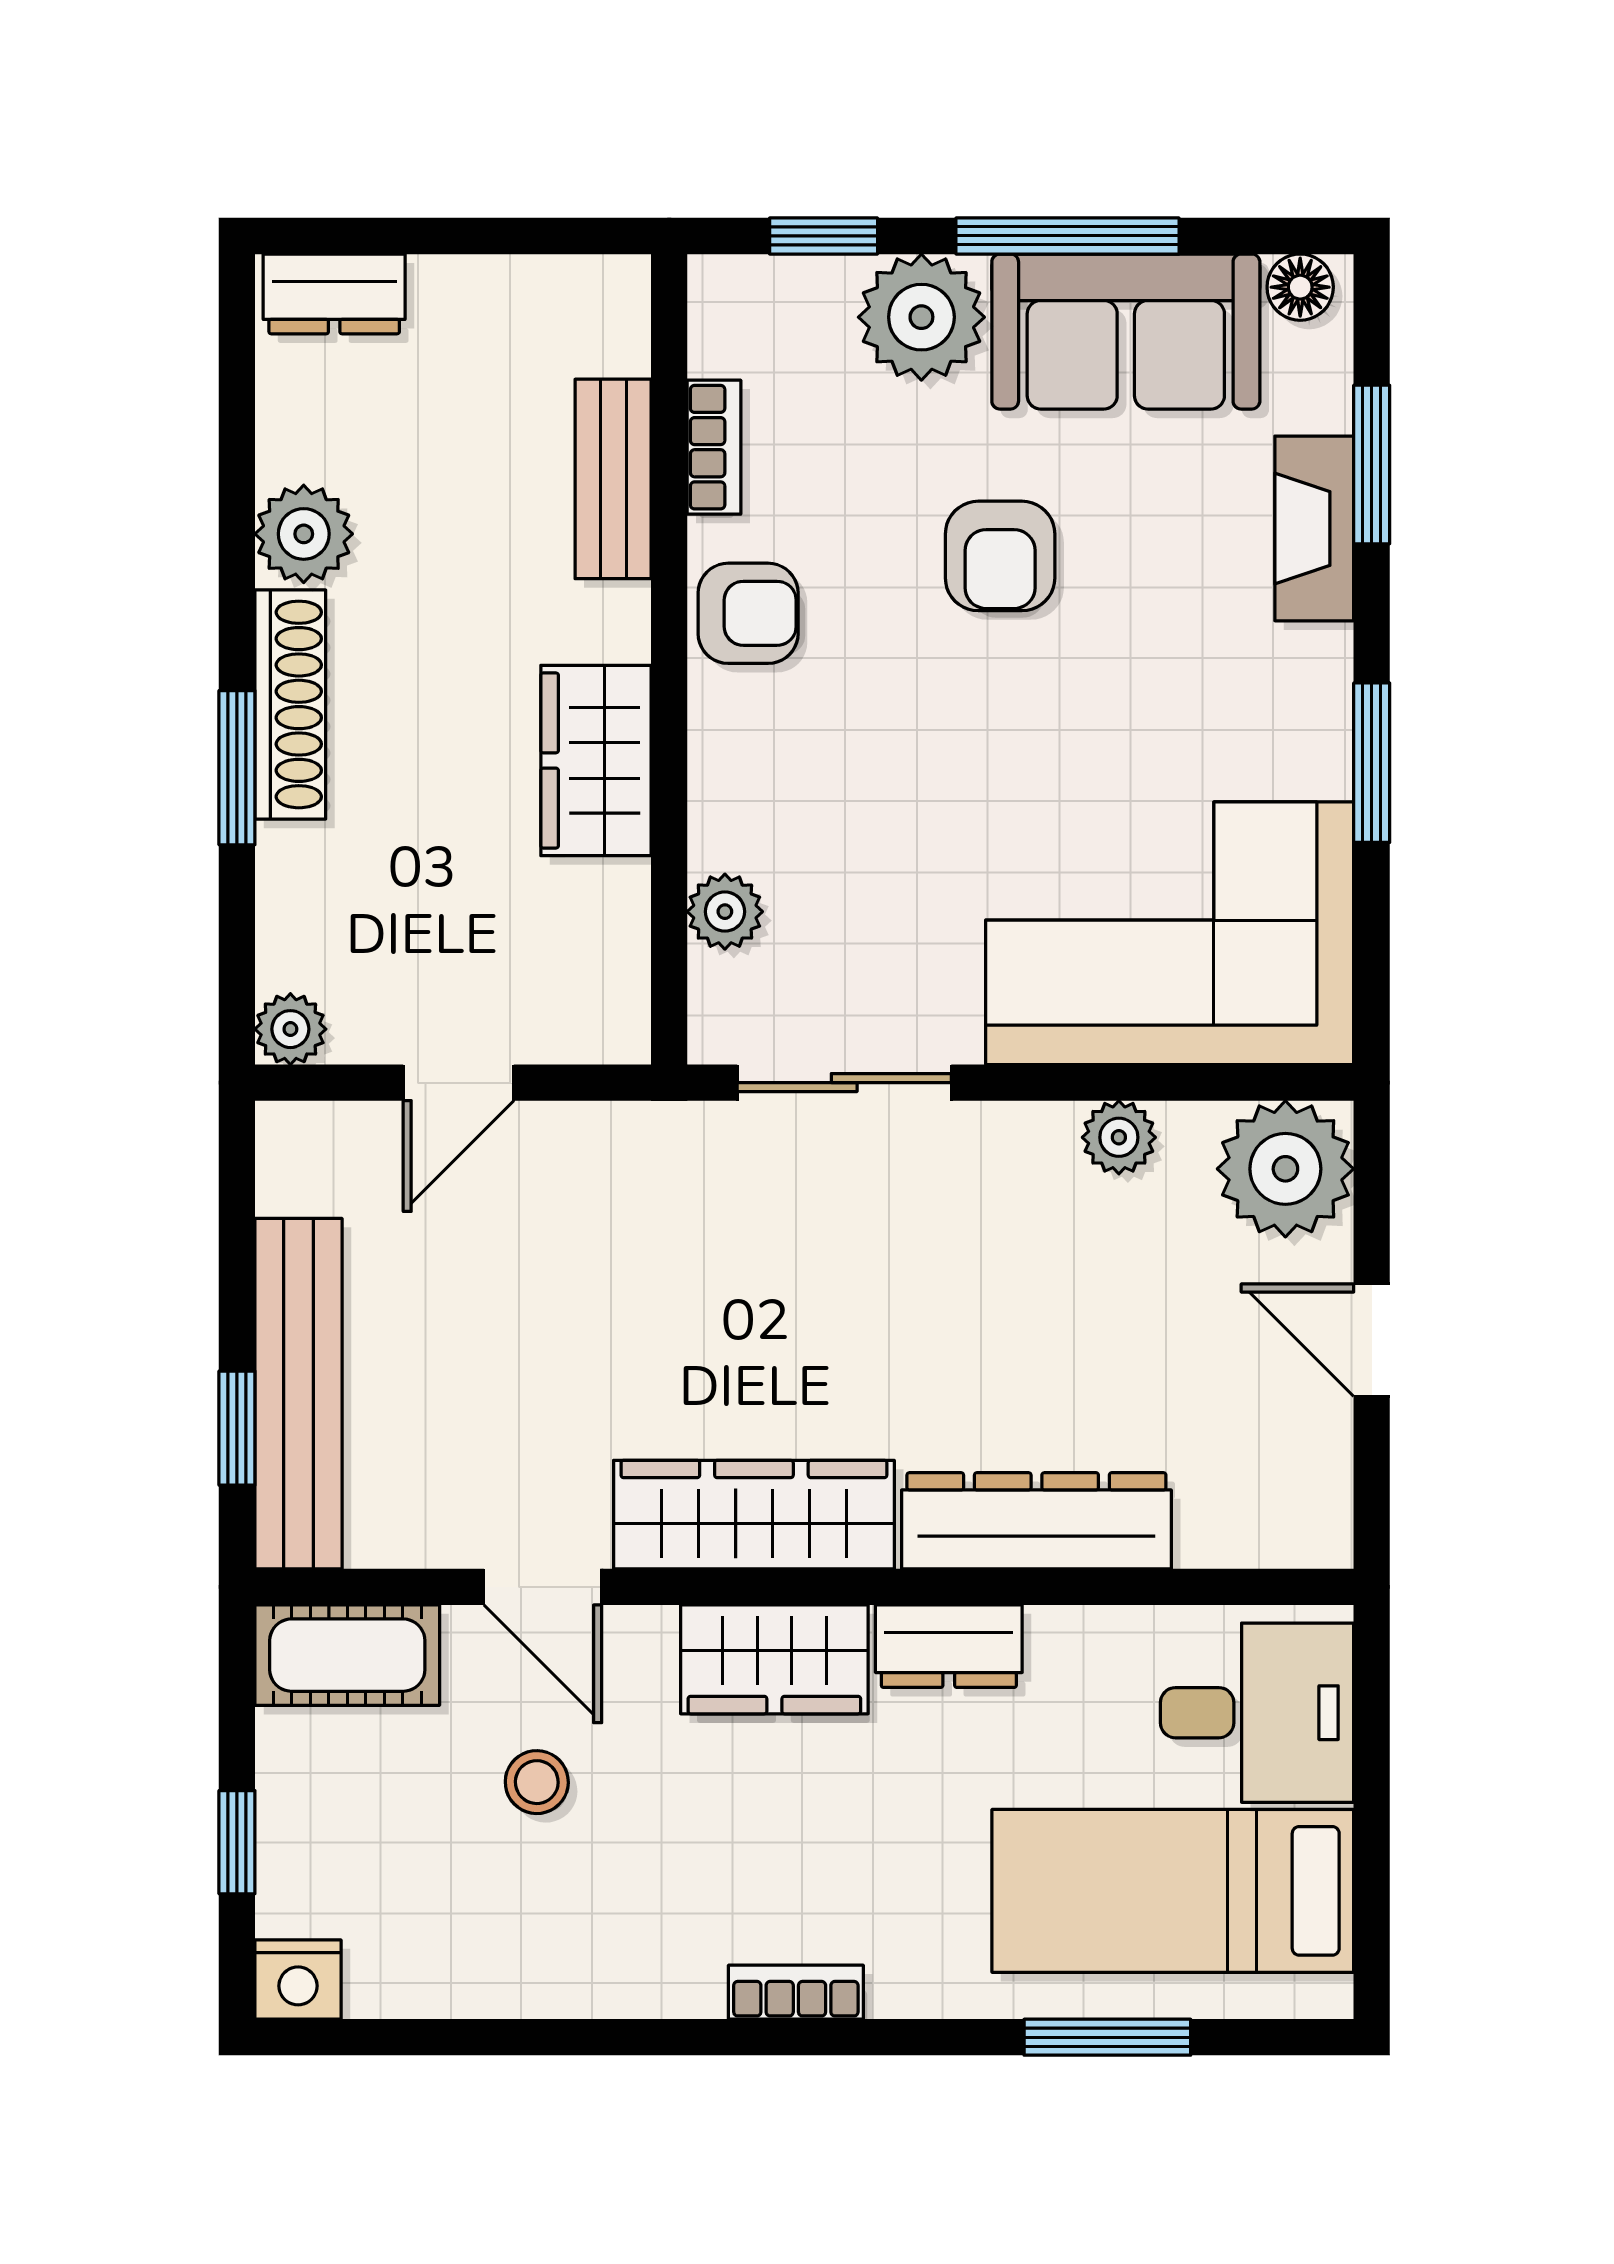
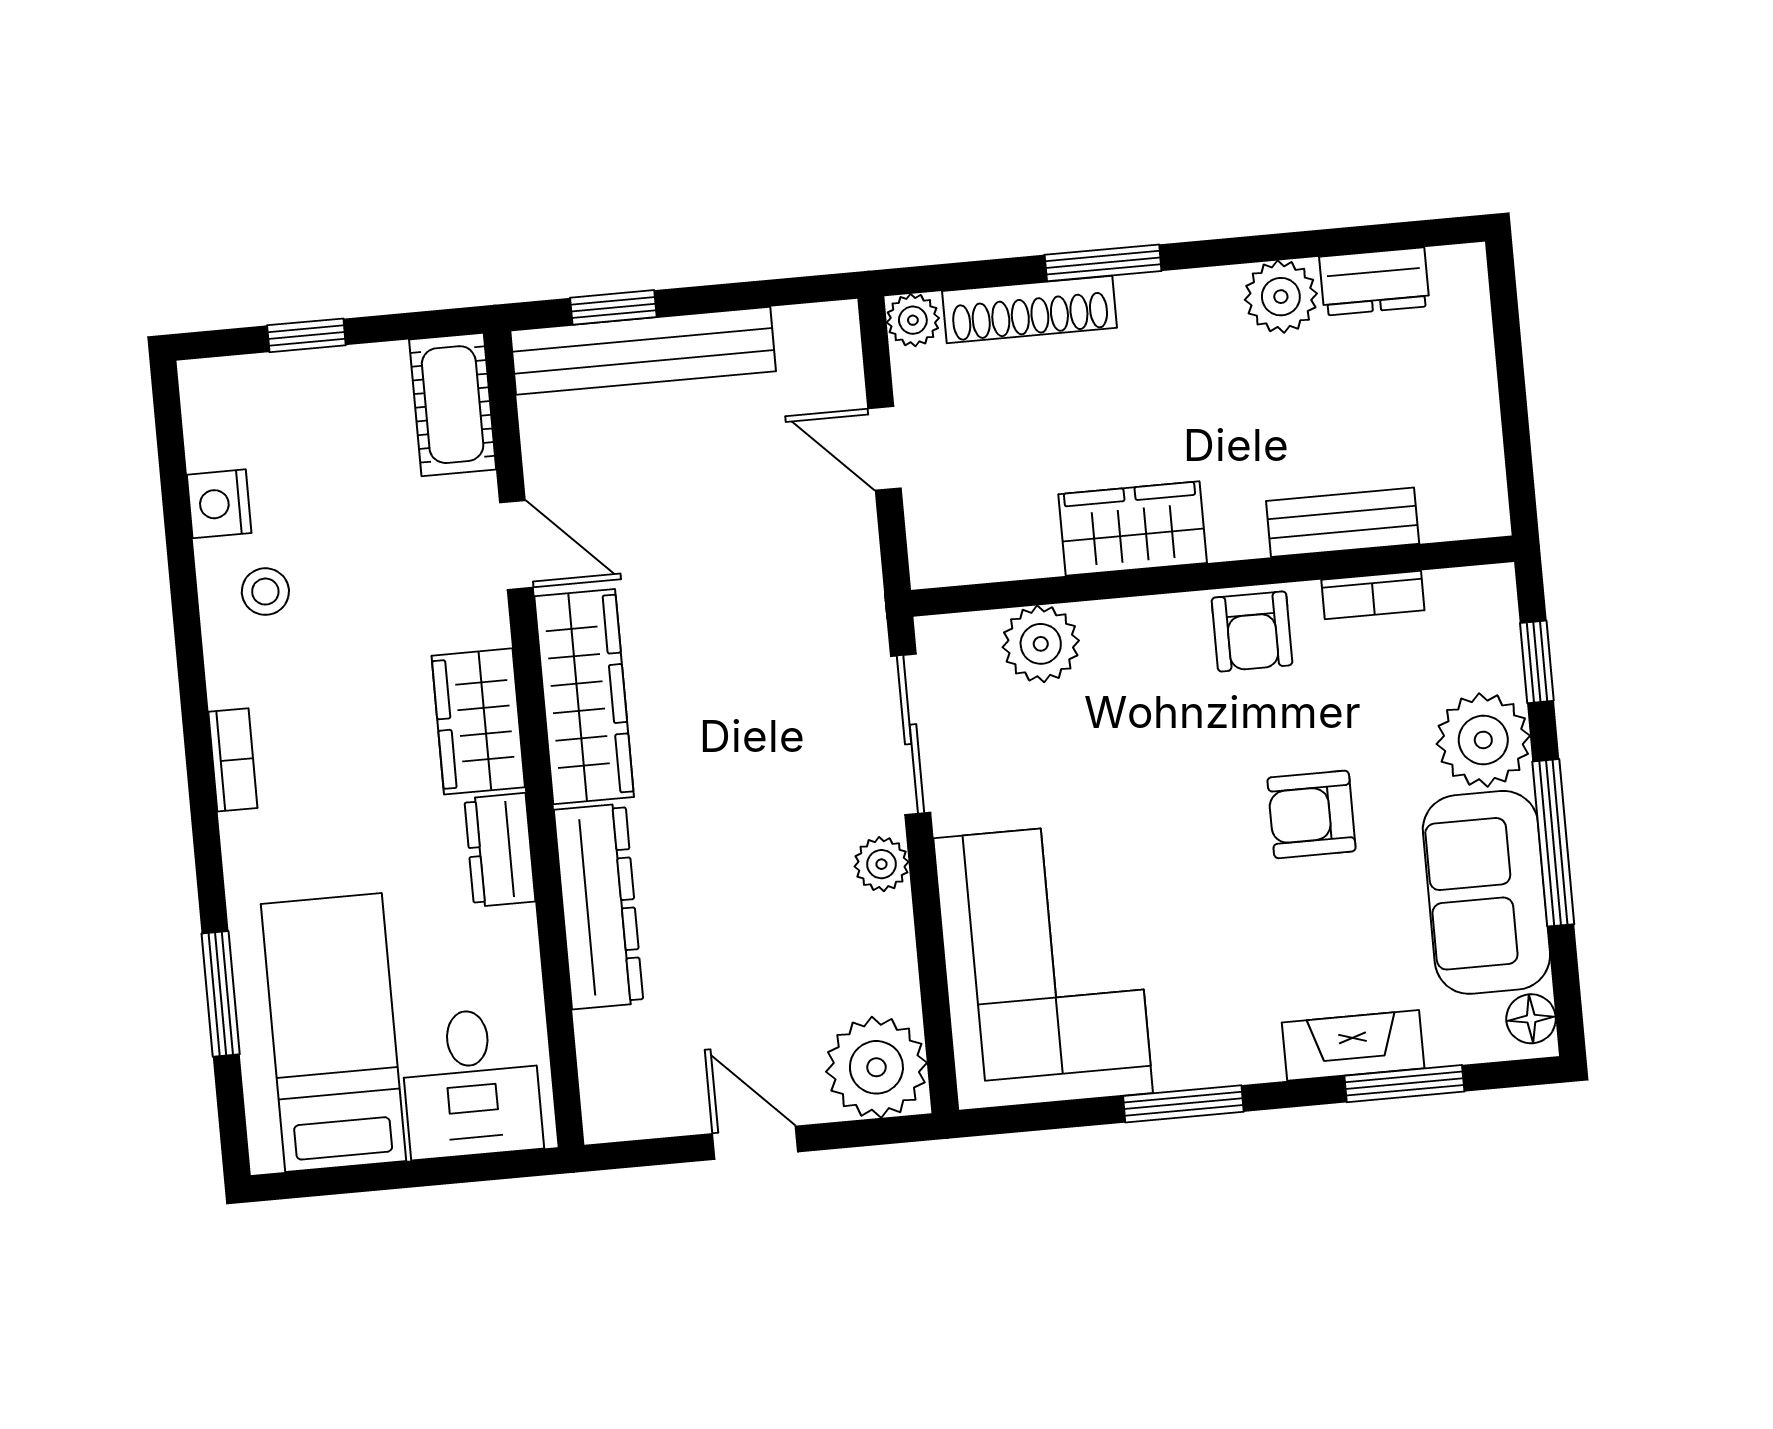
dresser: (334, 294) -> (1374, 281), moved, turned -90
shoe rack: (290, 704) -> (1029, 309), moved
plant: (725, 912) -> (1041, 644), width x1.38, depth x1.38
plant: (1119, 1137) -> (882, 864), moved
door: (1372, 1340) -> (755, 1143), hinge flipped
door: (543, 1587) -> (516, 545), swing flipped
stool: (537, 1782) -> (265, 592), moved
nightstand: (298, 1980) -> (219, 504), moved

